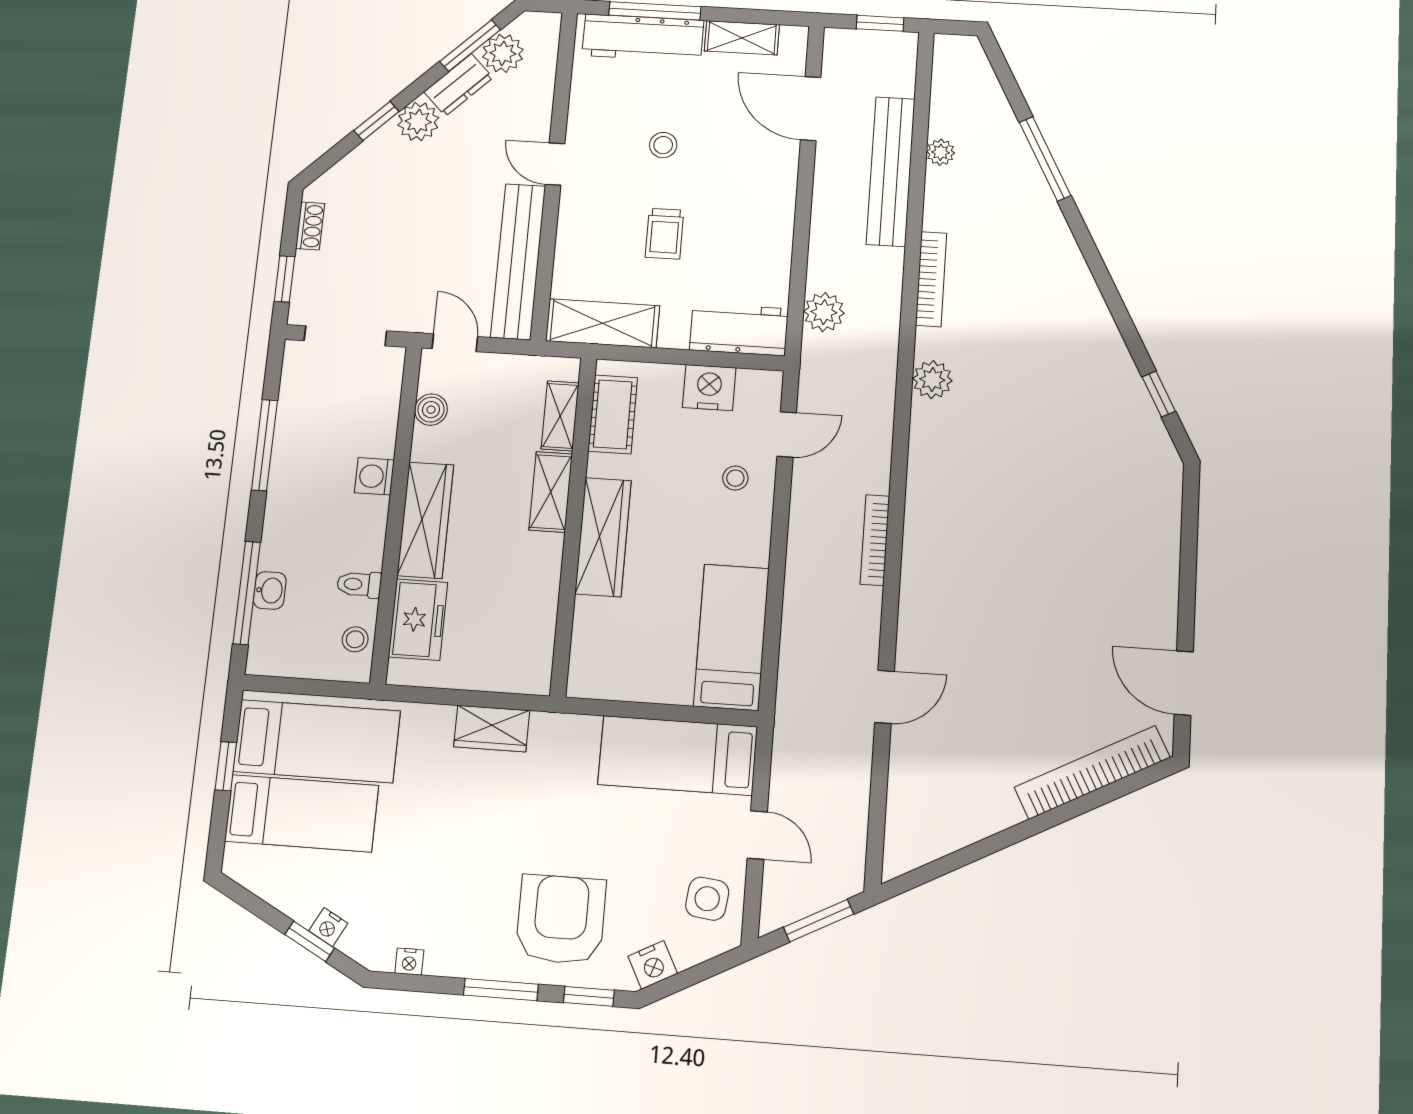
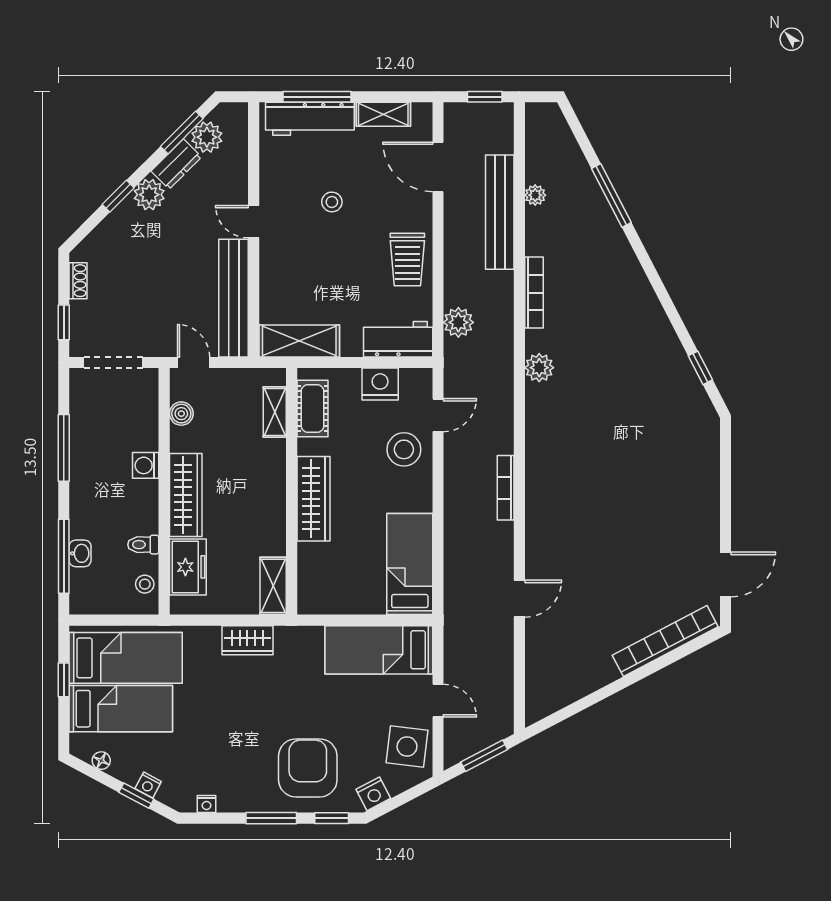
trolley: (664, 234) -> (407, 260), moved, width x1.36, depth x1.39
stool: (735, 478) -> (404, 449), width x1.89, depth x1.89
shelving: (551, 492) -> (273, 586), moved
door: (1184, 683) -> (726, 574), swing flipped
floor lamp: (265, 886) -> (101, 761), added
side table: (707, 899) -> (407, 747), width x1.37, depth x1.37

